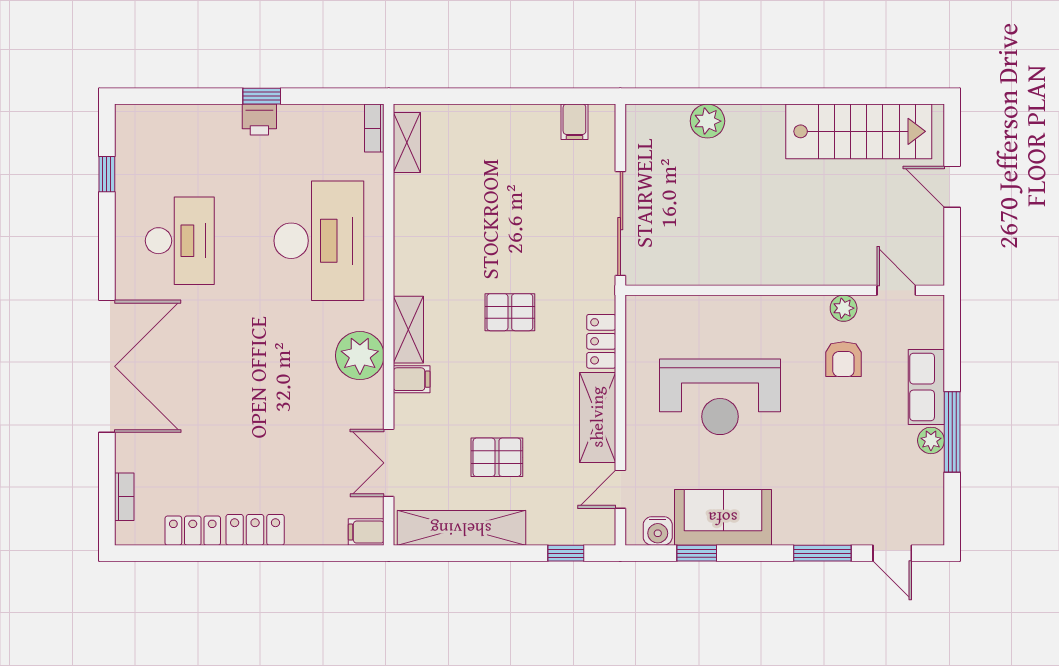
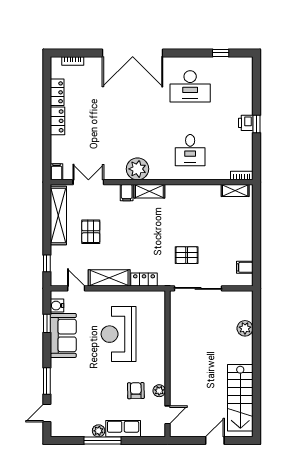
desk: (319, 241) -> (190, 150), width x0.53, depth x0.77
pallet: (510, 312) -> (187, 255), moved, turned 90
armchair: (843, 359) -> (136, 391), turned 89

